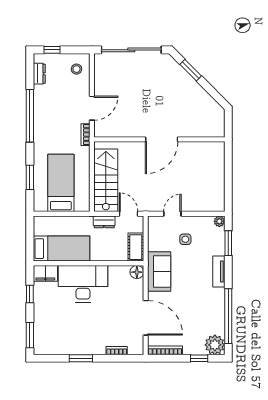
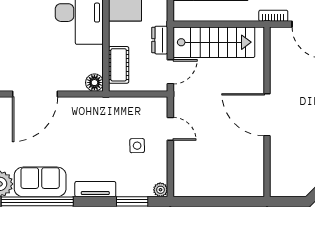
cot: (136, 247) -> (119, 65), moved, turned 90
sofa: (159, 272) -> (40, 182), moved, turned 180

